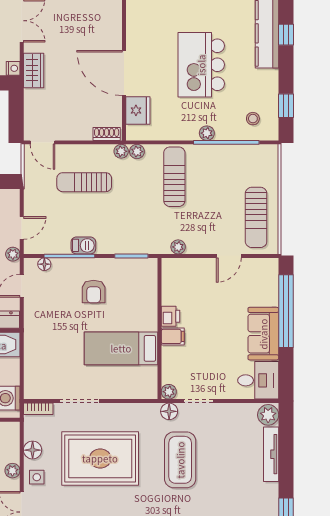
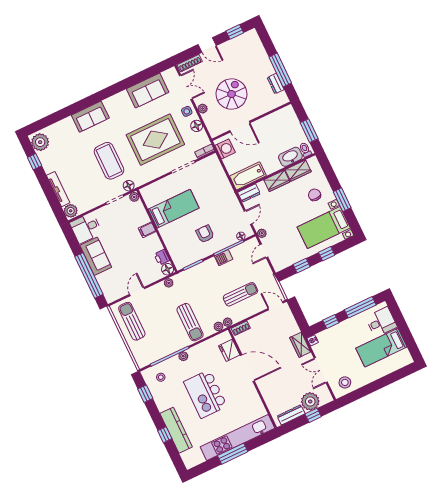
kitchen island: (201, 65) -> (205, 394), turned 180
floor lamp: (170, 267) -> (168, 269), added
printer: (170, 316) -> (162, 257), moved

